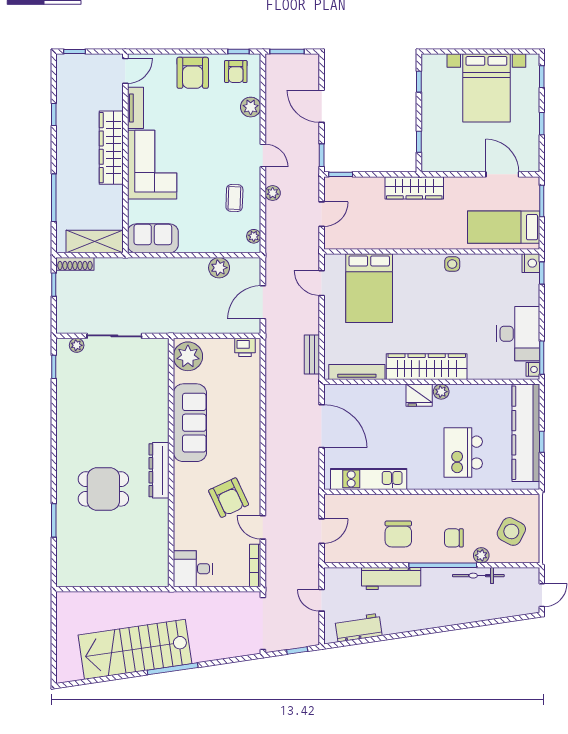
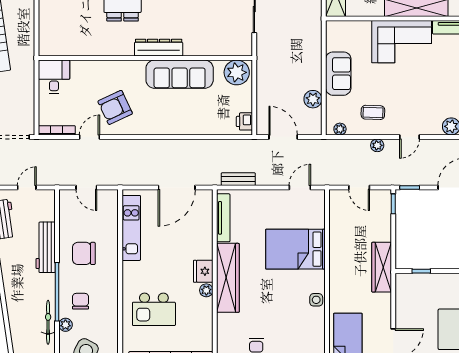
sofa: (153, 238) -> (338, 74), moved
bed: (369, 288) -> (295, 249), moved
kitchen island: (463, 453) -> (154, 309), turned 180
dresser: (159, 470) -> (159, 48), moved

